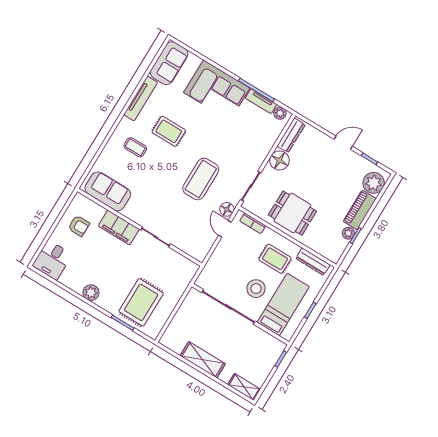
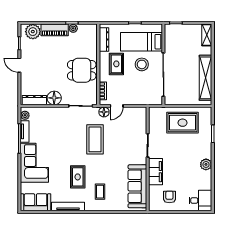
coffee table: (201, 179) -> (95, 139), turned 90
sofa: (108, 191) -> (137, 186), width x1.36
dining table: (292, 213) -> (82, 70), turned 90
rug: (141, 302) -> (183, 123), moved
shelving: (203, 360) -> (206, 78), width x1.47

